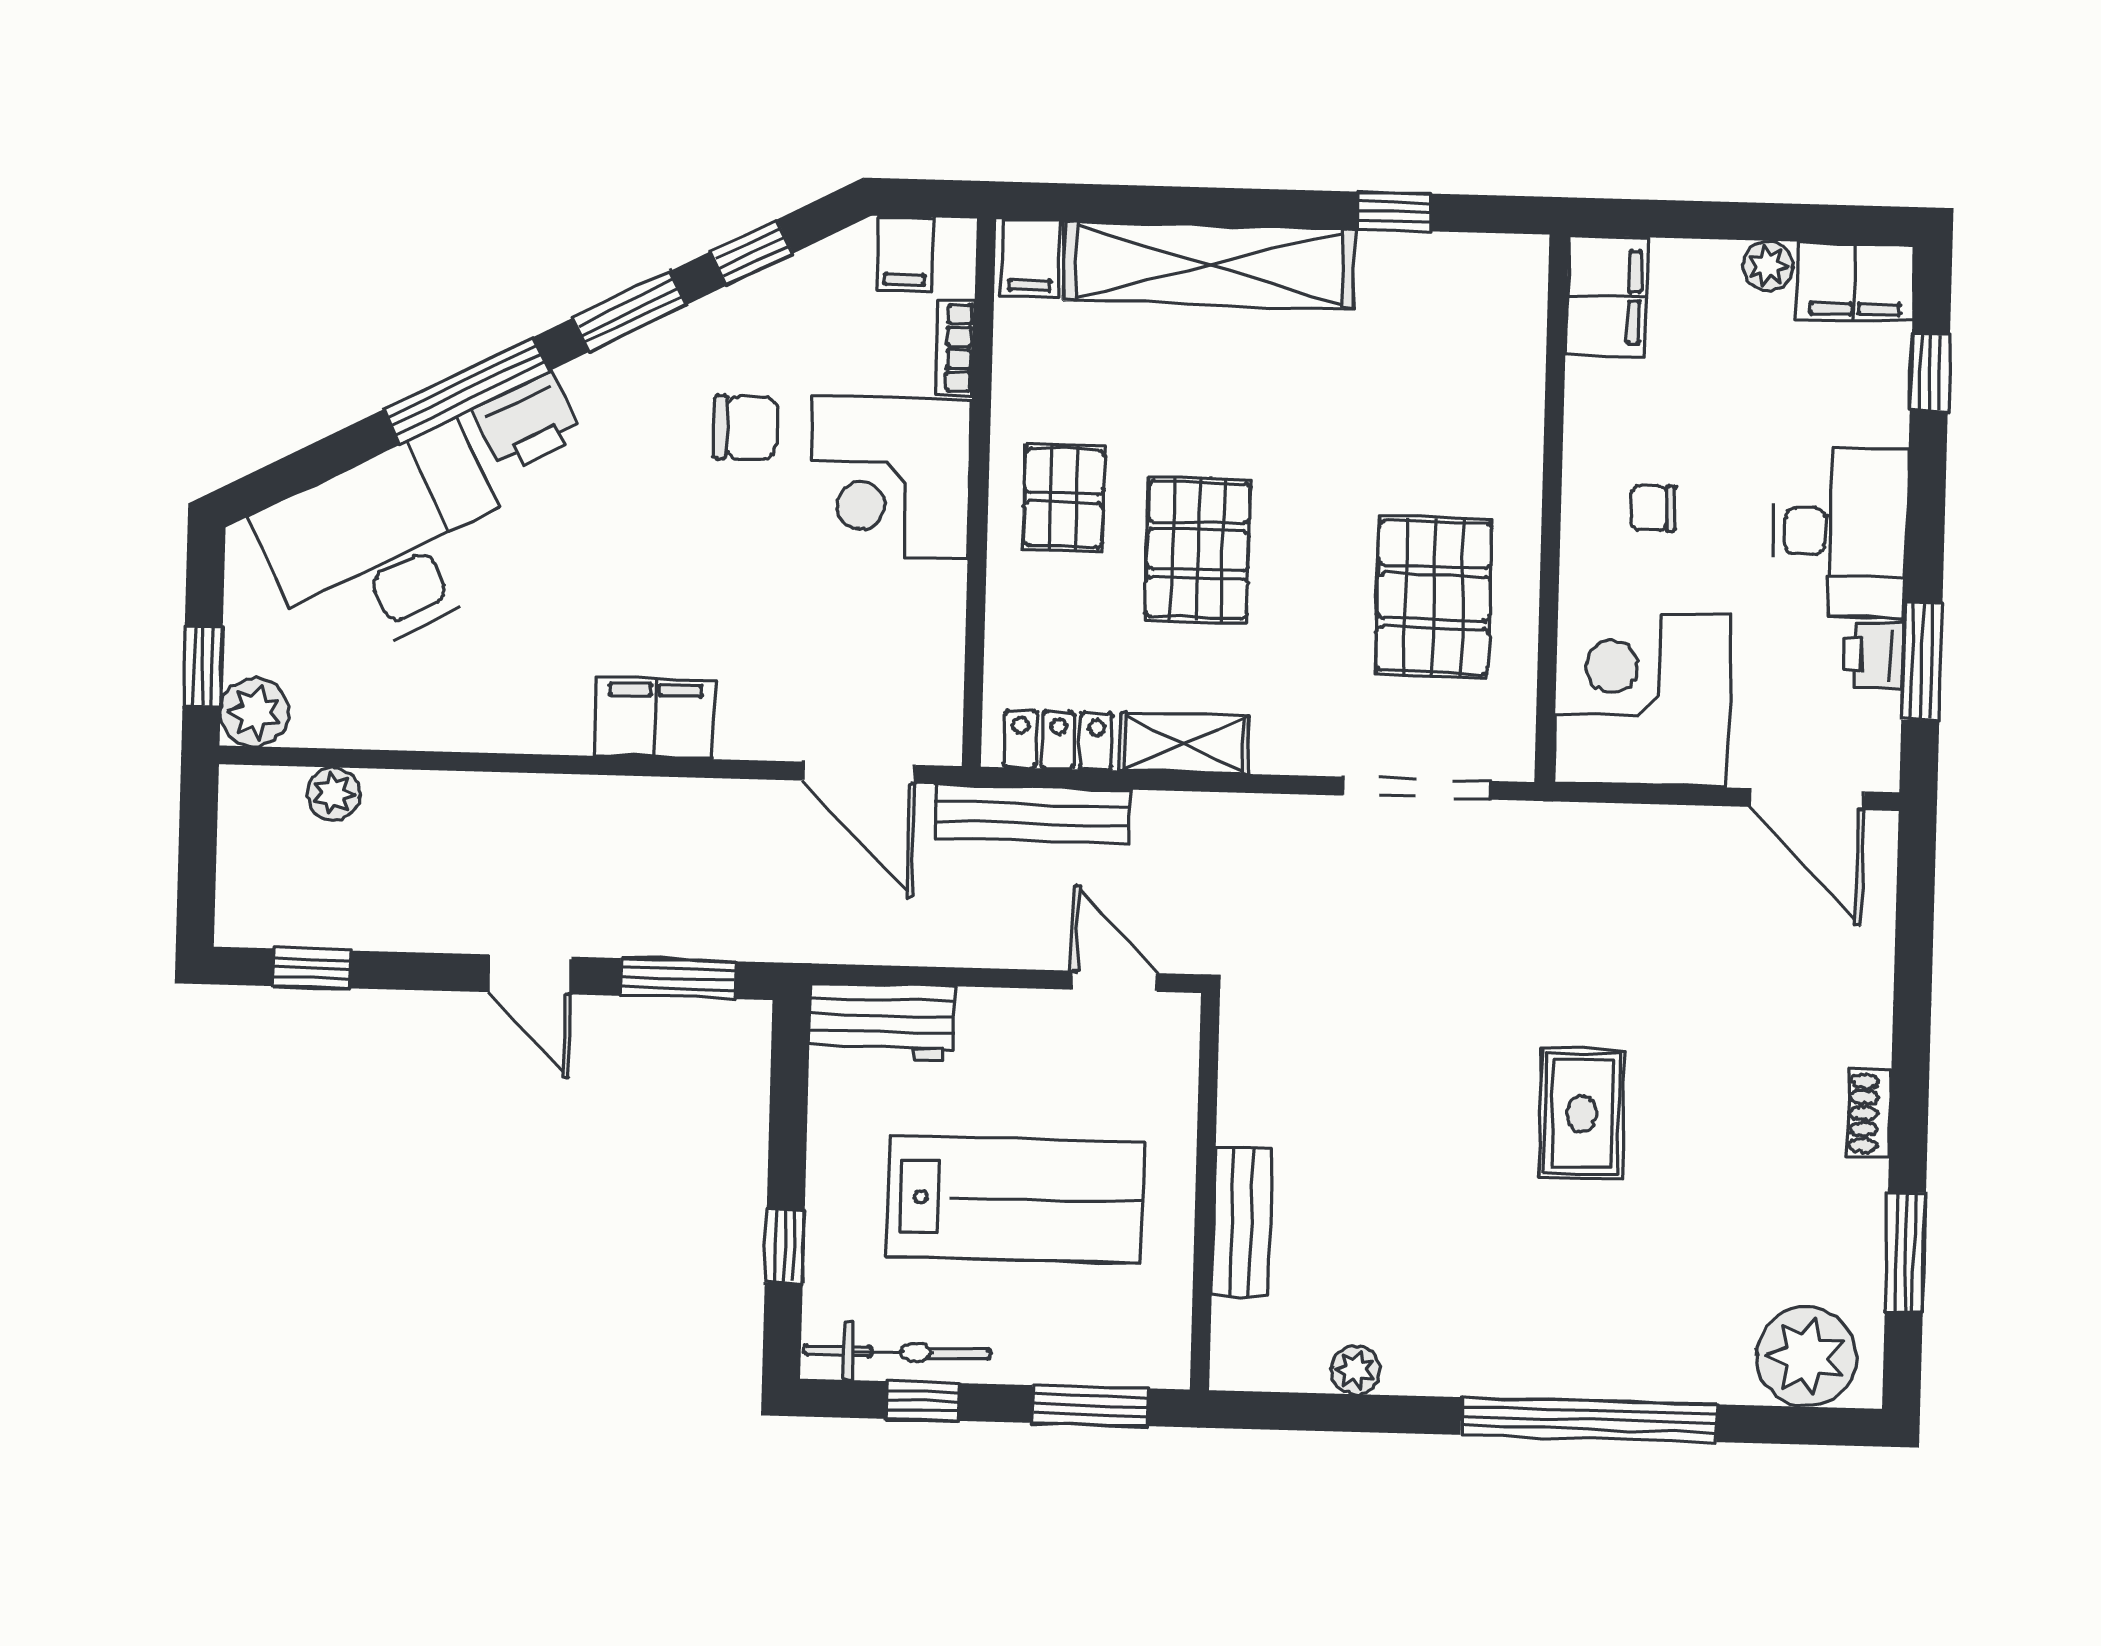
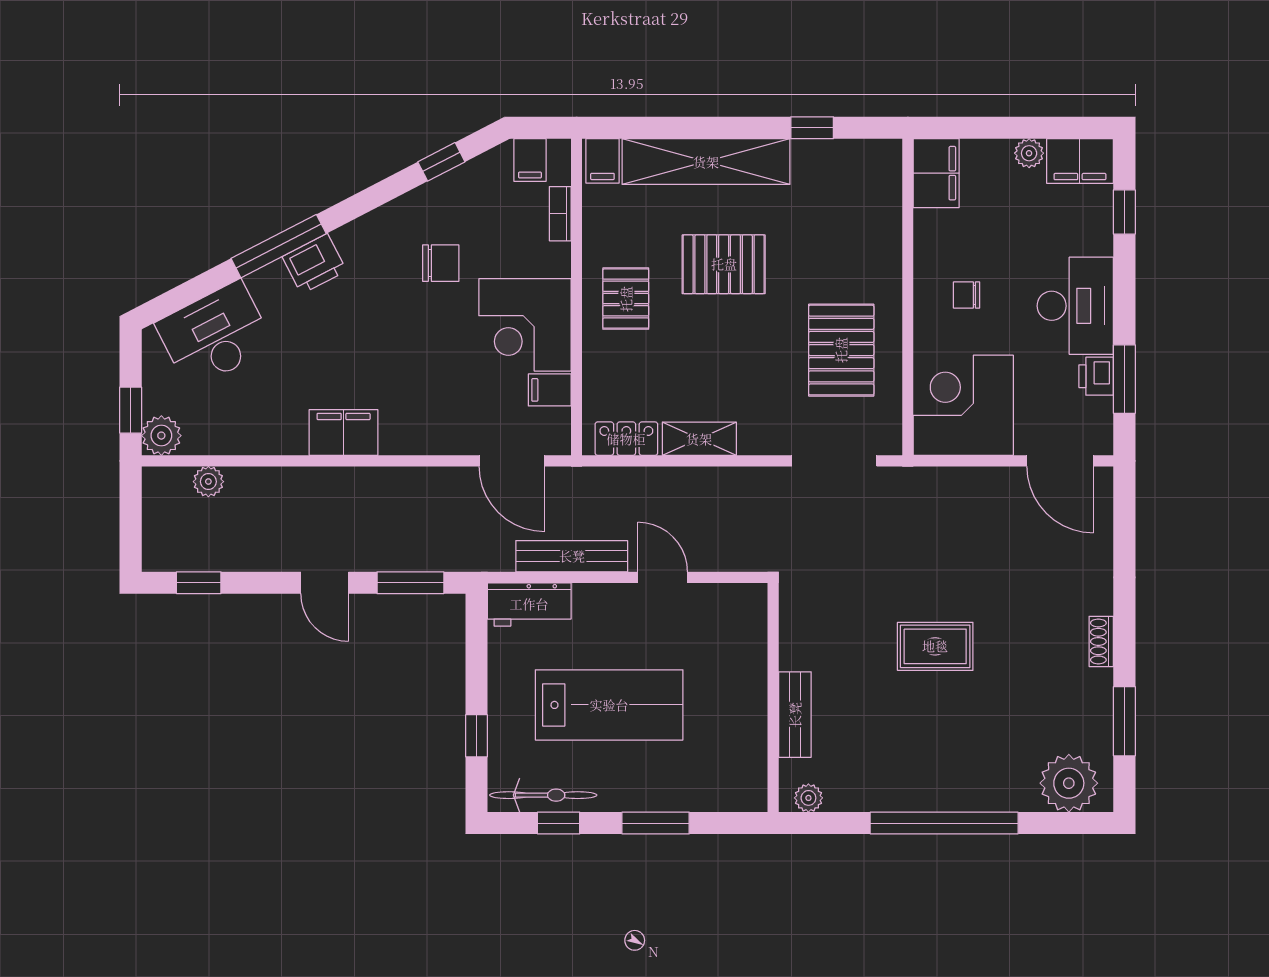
window: (630, 311) -> (372, 198), removed
corner desk: (890, 478) -> (525, 325), moved
desk: (389, 545) -> (215, 335), width x0.73, depth x0.77
pallet: (1198, 550) -> (724, 264), moved, turned 90
filing cabinet: (928, 652) -> (550, 390), added
filing cabinet: (655, 718) -> (344, 432), moved
bench: (1033, 814) -> (572, 556), moved
rug: (1582, 1114) -> (935, 646), turned 90
wall: (1205, 1192) -> (773, 697), moved
bench: (1242, 1222) -> (795, 715), moved

